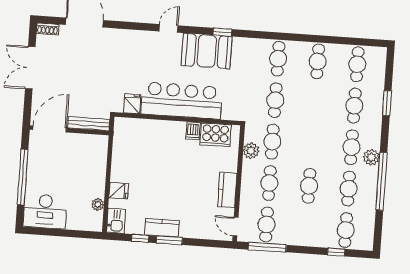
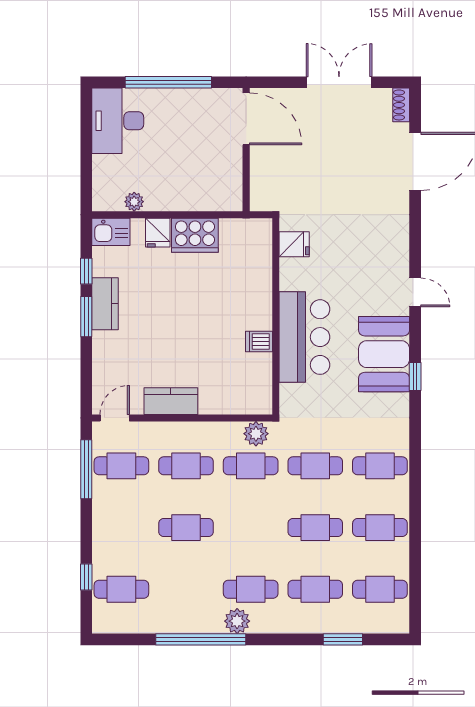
bar counter: (182, 101) -> (304, 337), width x0.73
window: (387, 103) -> (343, 639), moved
bench: (89, 124) -> (259, 179), removed
cooker: (216, 135) -> (195, 235), moved, turned -90
plant: (251, 151) -> (256, 434), moved
cafe table: (349, 189) -> (315, 528), moved

